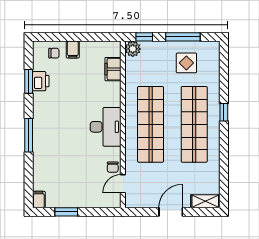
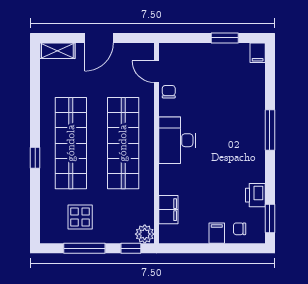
window: (29, 81) -> (270, 218), moved
door: (123, 184) -> (157, 72), swing flipped

